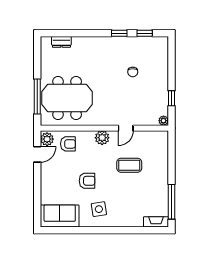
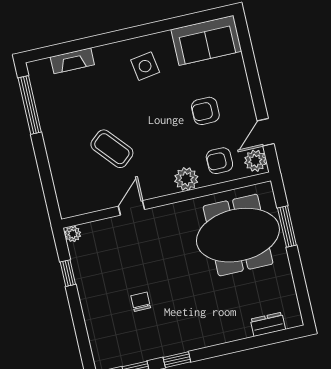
window: (37, 97) -> (287, 226), width x0.69
plant: (102, 138) -> (186, 179), moved
coffee table: (129, 165) -> (112, 149), turned 49
armchair: (87, 181) -> (205, 111), moved
fireplace: (156, 222) -> (72, 61), moved

